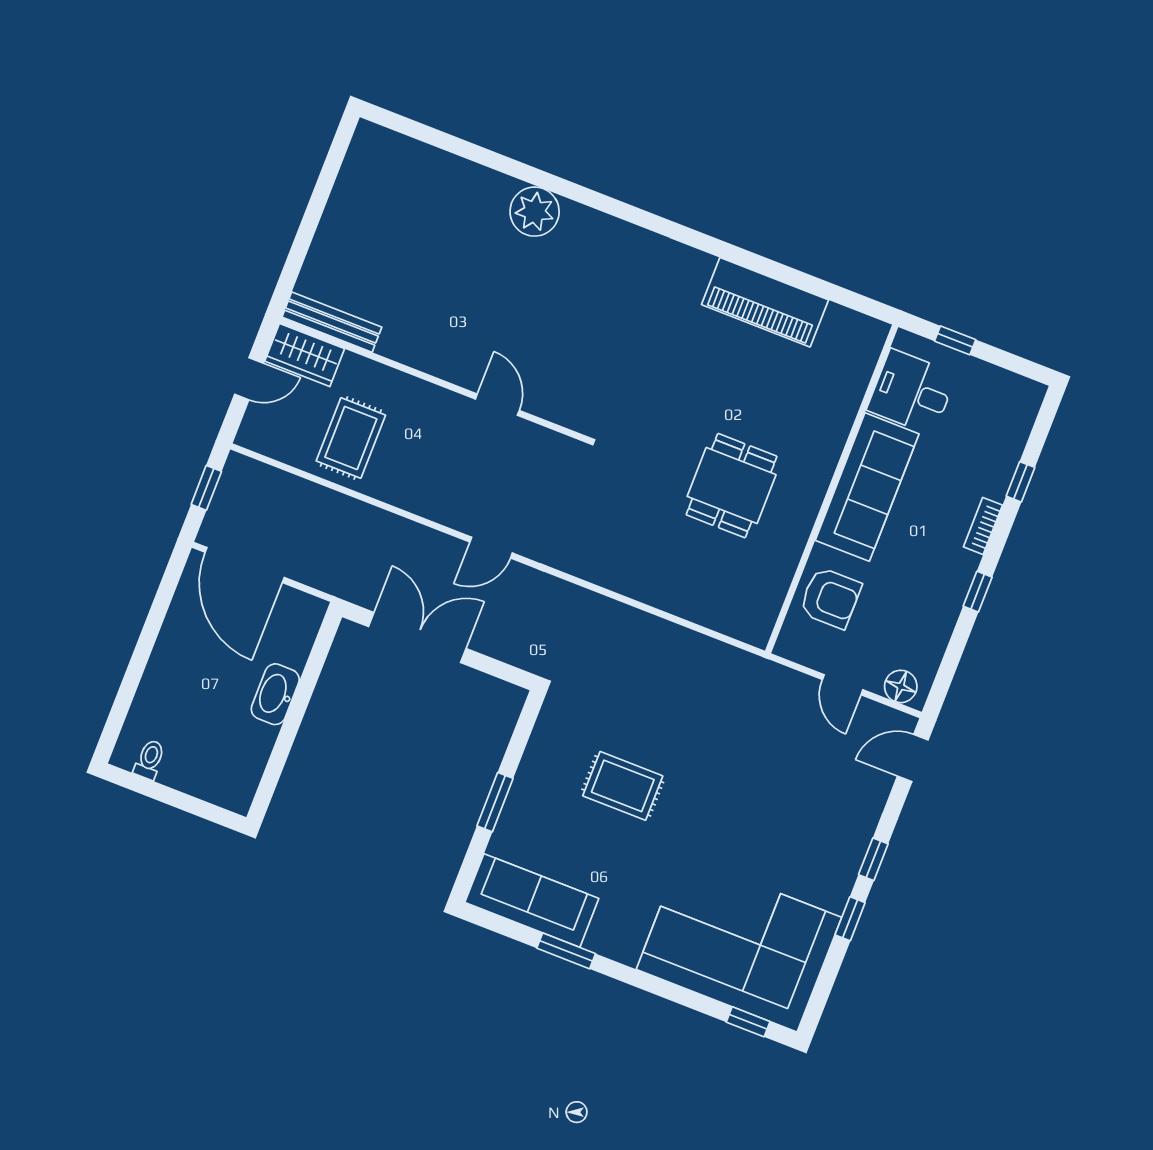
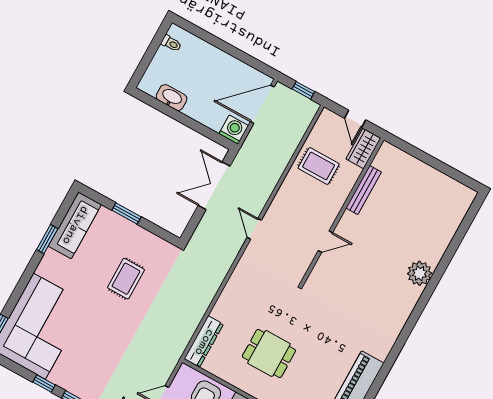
bench: (332, 322) -> (364, 190), moved
washing machine: (302, 614) -> (234, 130), added
dresser: (725, 617) -> (204, 342), added
double door: (417, 638) -> (214, 186), swing flipped
washbasin: (275, 694) -> (172, 98), moved

